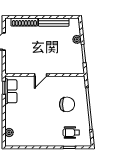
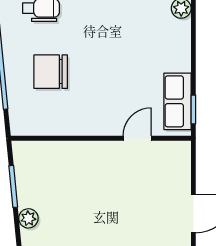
door: (41, 75) -> (137, 138), moved

